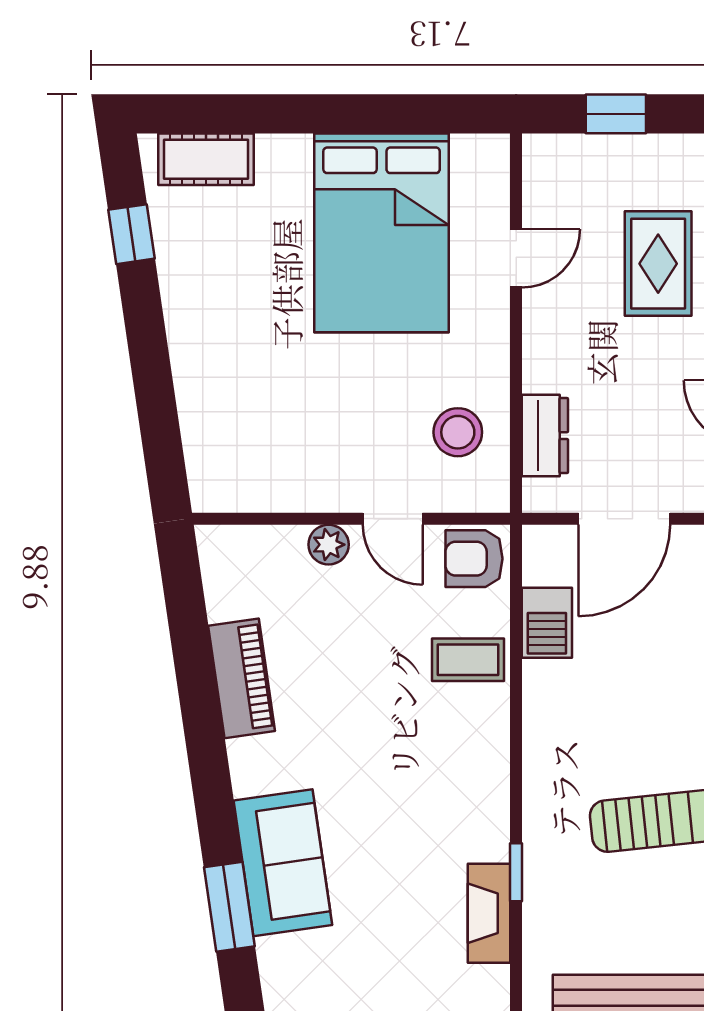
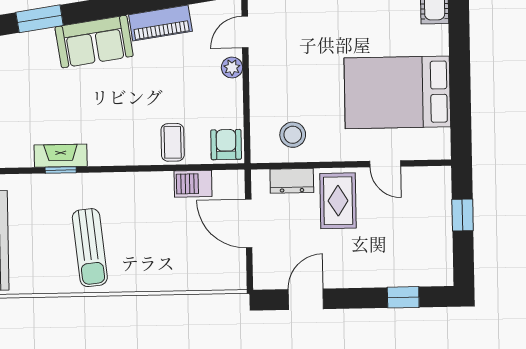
rug: (658, 264) -> (338, 201), moved, turned 90
door: (393, 519) -> (245, 32), moved
sofa: (283, 863) -> (94, 42), moved
fireplace: (489, 913) -> (61, 156), moved

